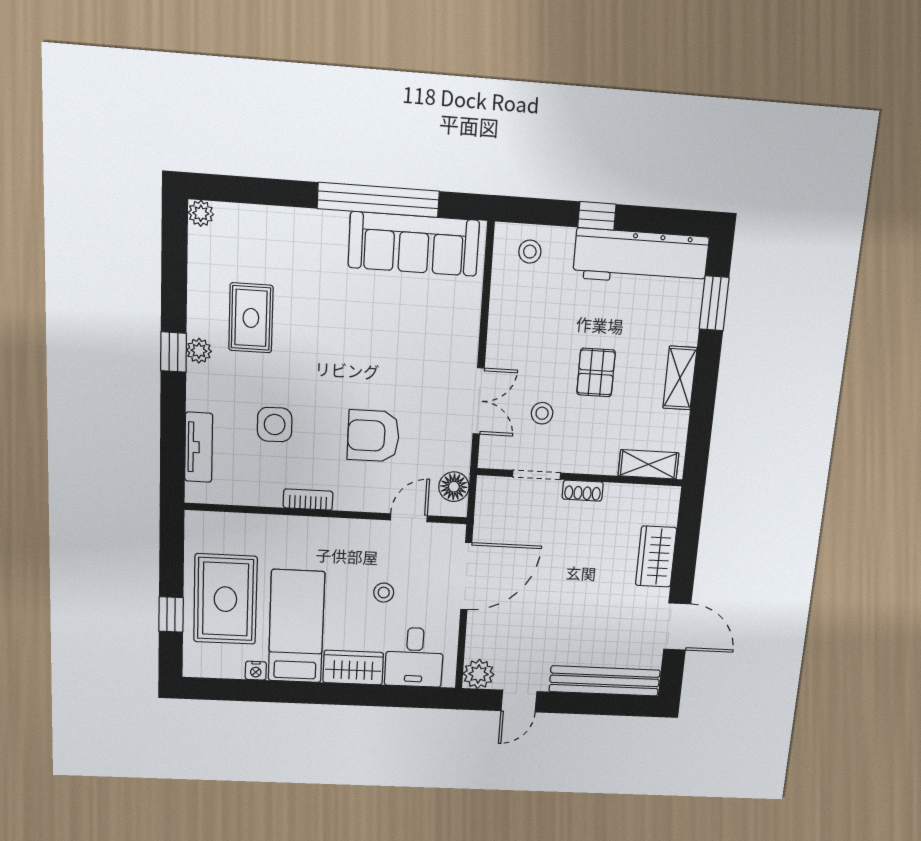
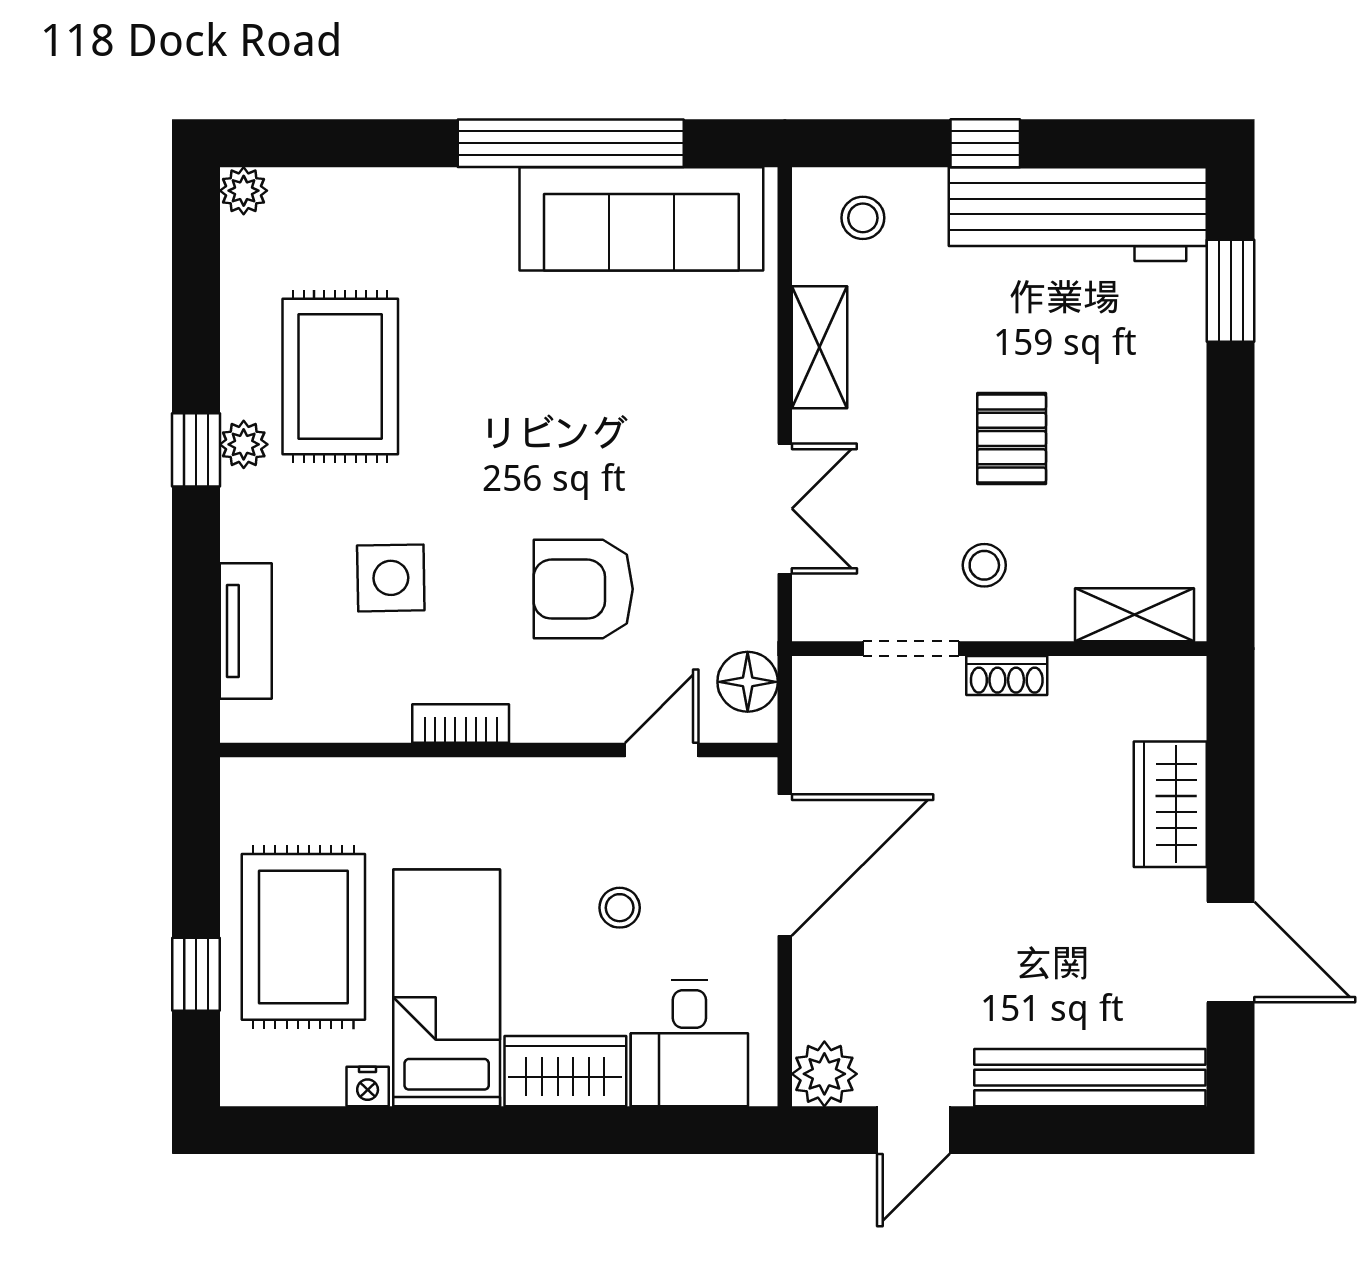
rug: (251, 318) -> (340, 377), width x1.36, depth x1.43
shelving: (680, 378) -> (820, 347), moved
stool: (542, 413) -> (984, 565), moved

